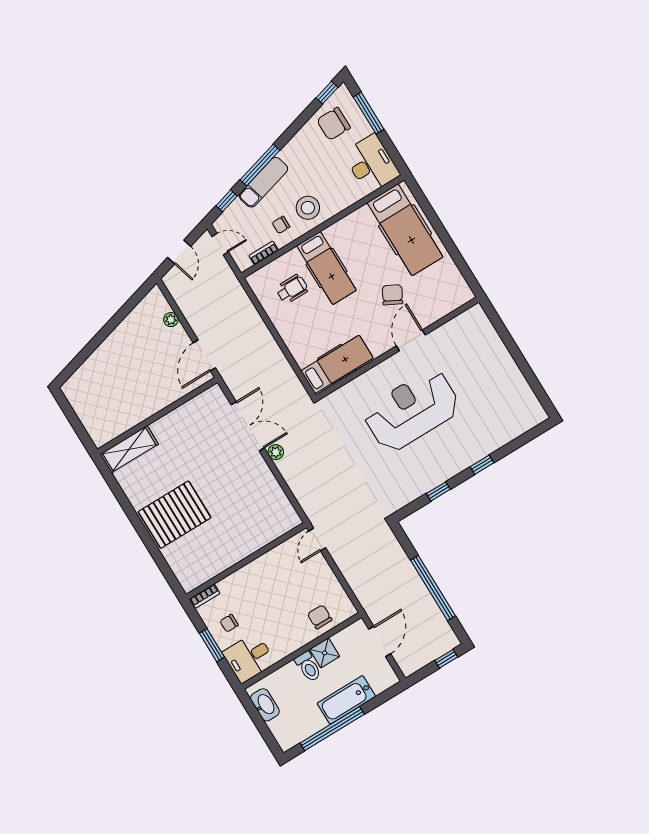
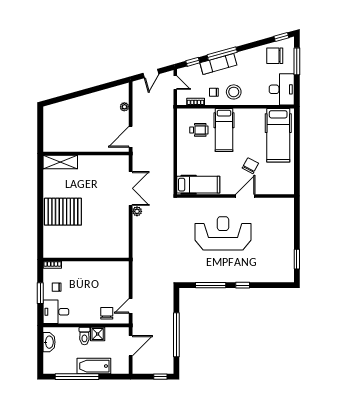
window: (534, 384) -> (297, 259), added
window: (438, 491) -> (211, 285), width x2.17
door: (317, 539) -> (131, 306), moved

